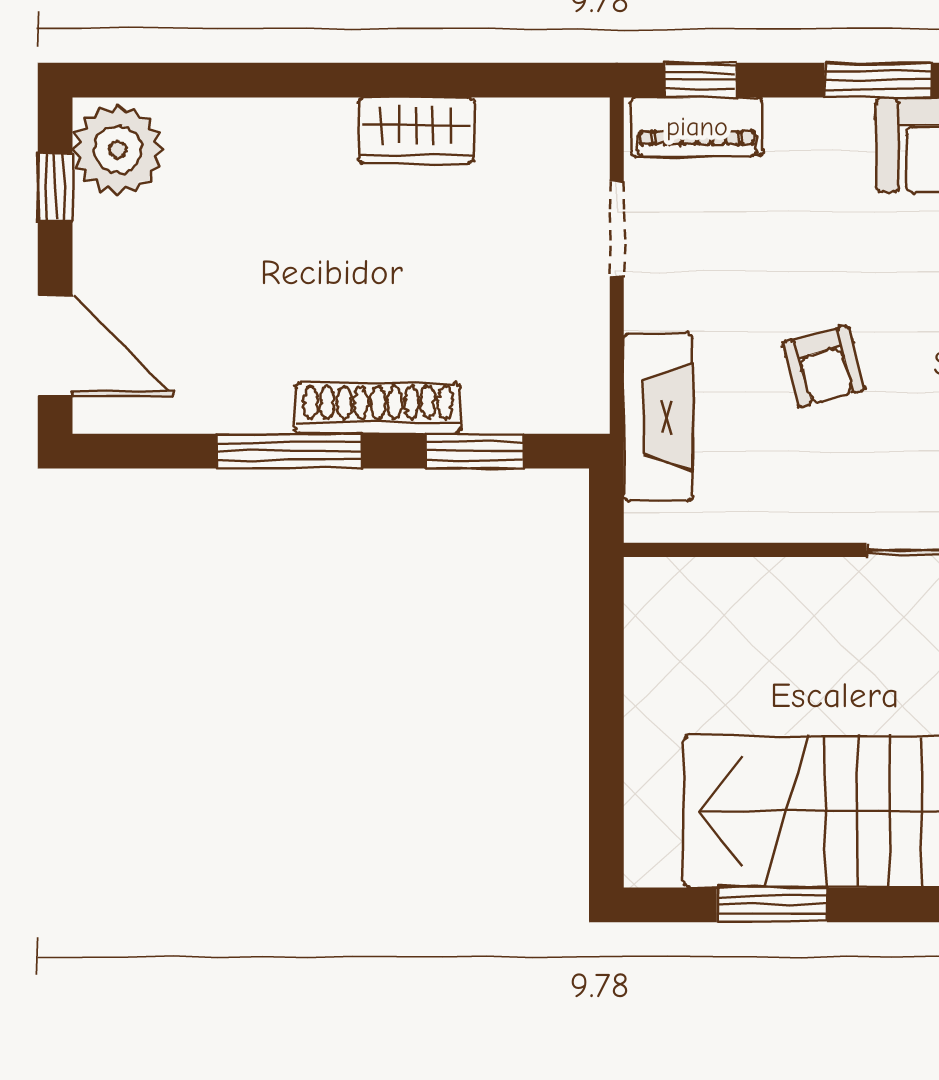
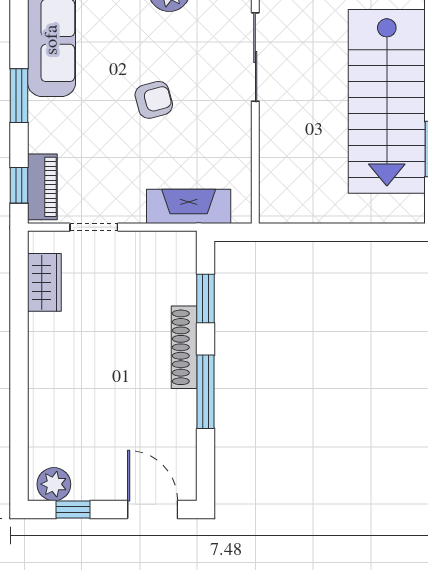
wardrobe: (416, 131) -> (44, 282), moved
plant: (118, 149) -> (54, 484), width x0.73, depth x0.73
door: (55, 346) -> (153, 510), hinge flipped
armchair: (824, 366) -> (154, 100), moved

